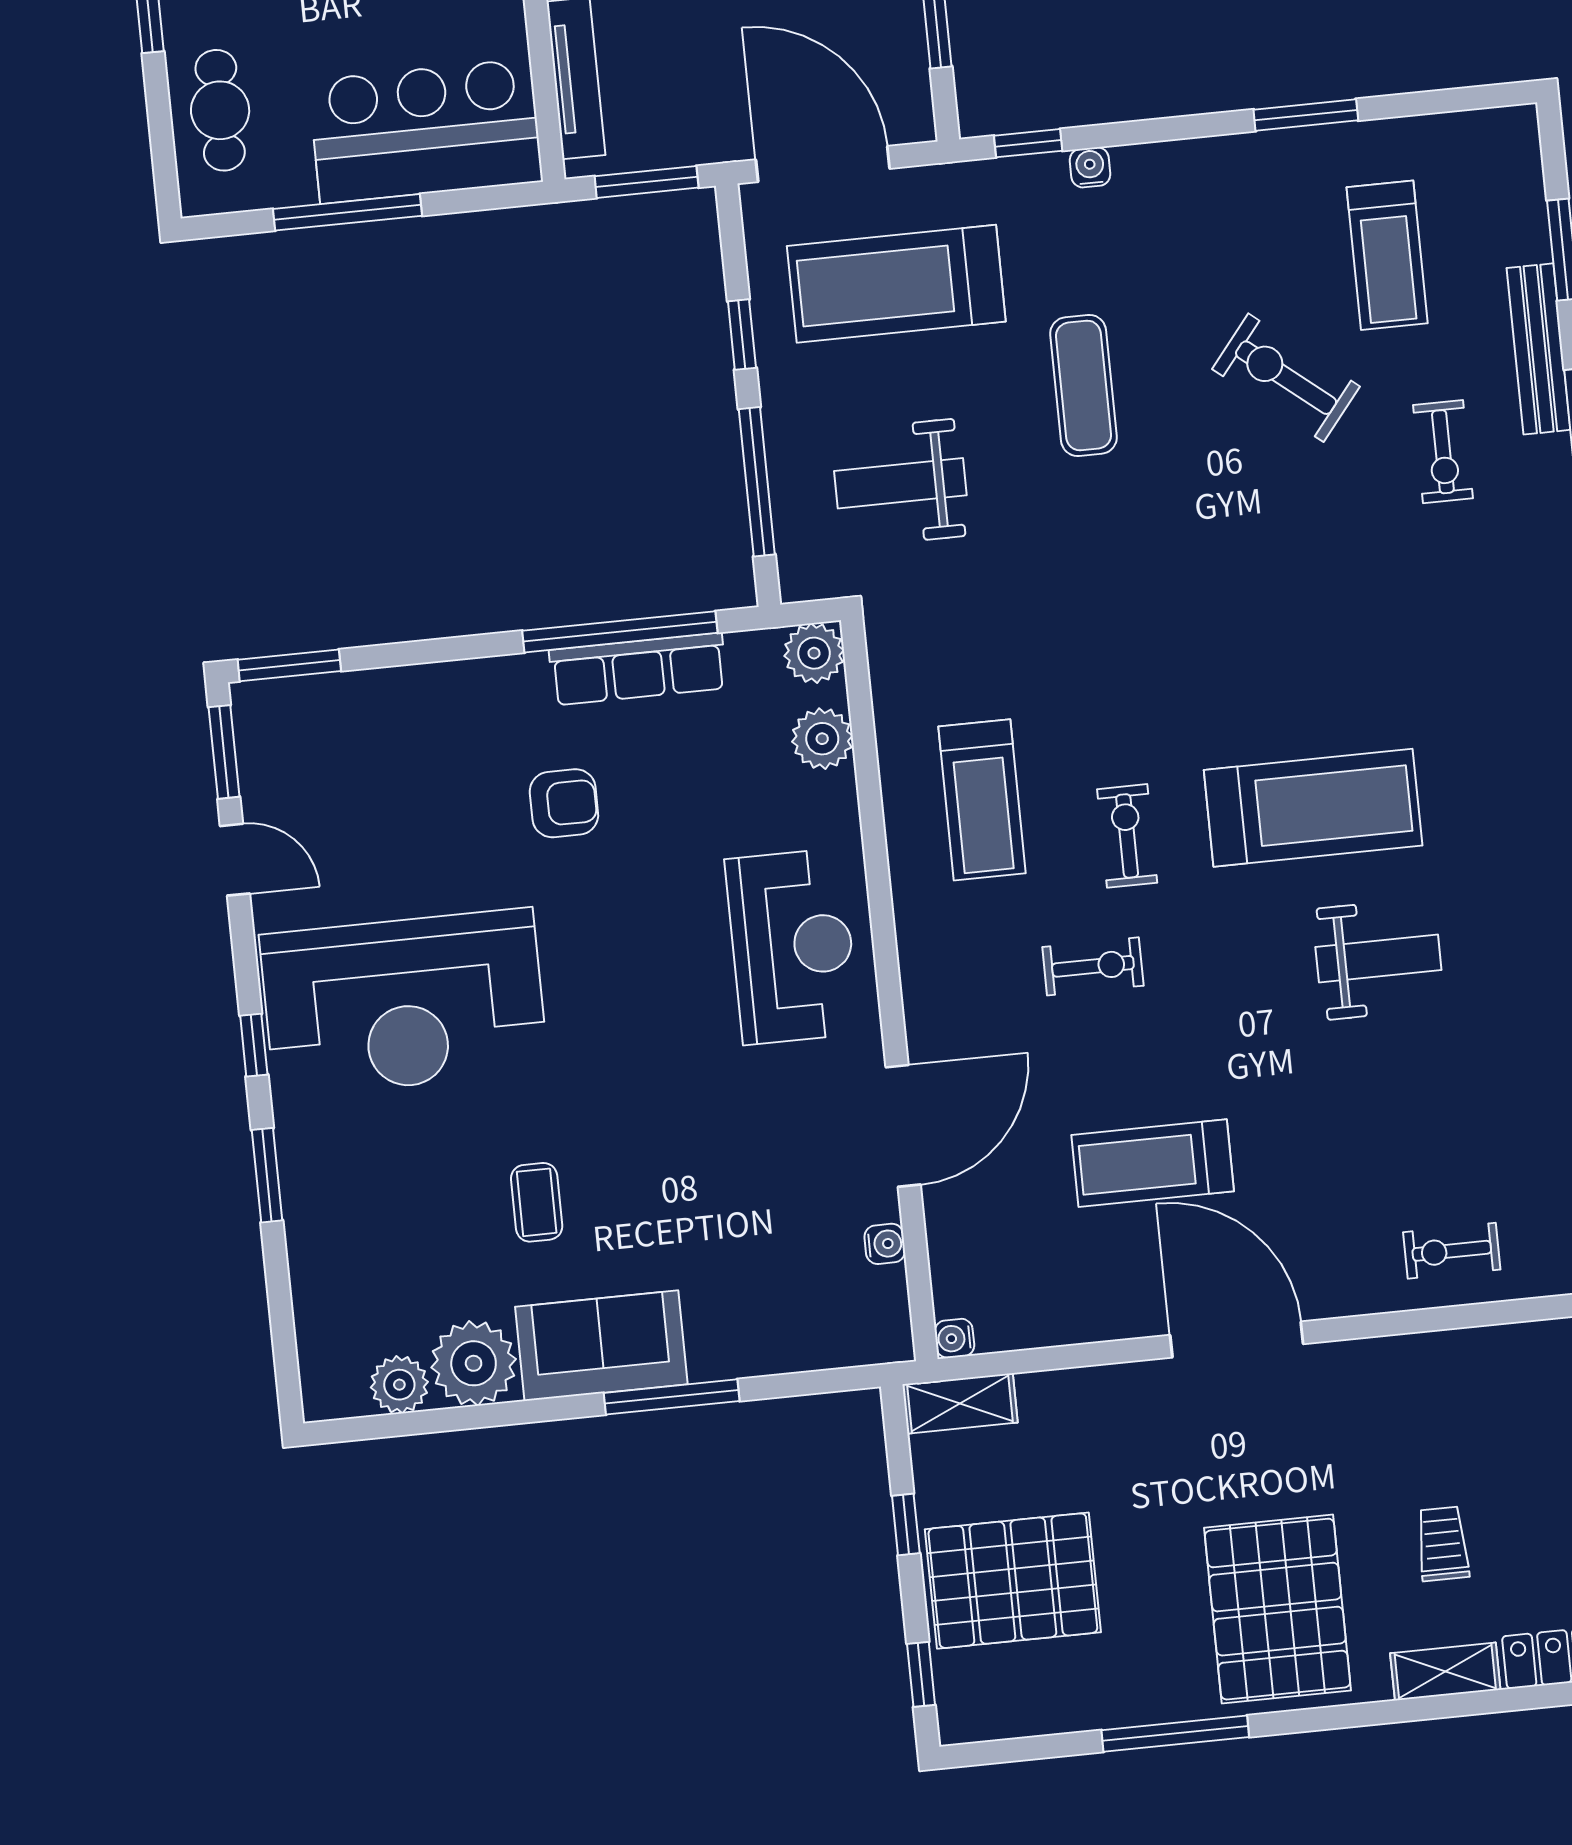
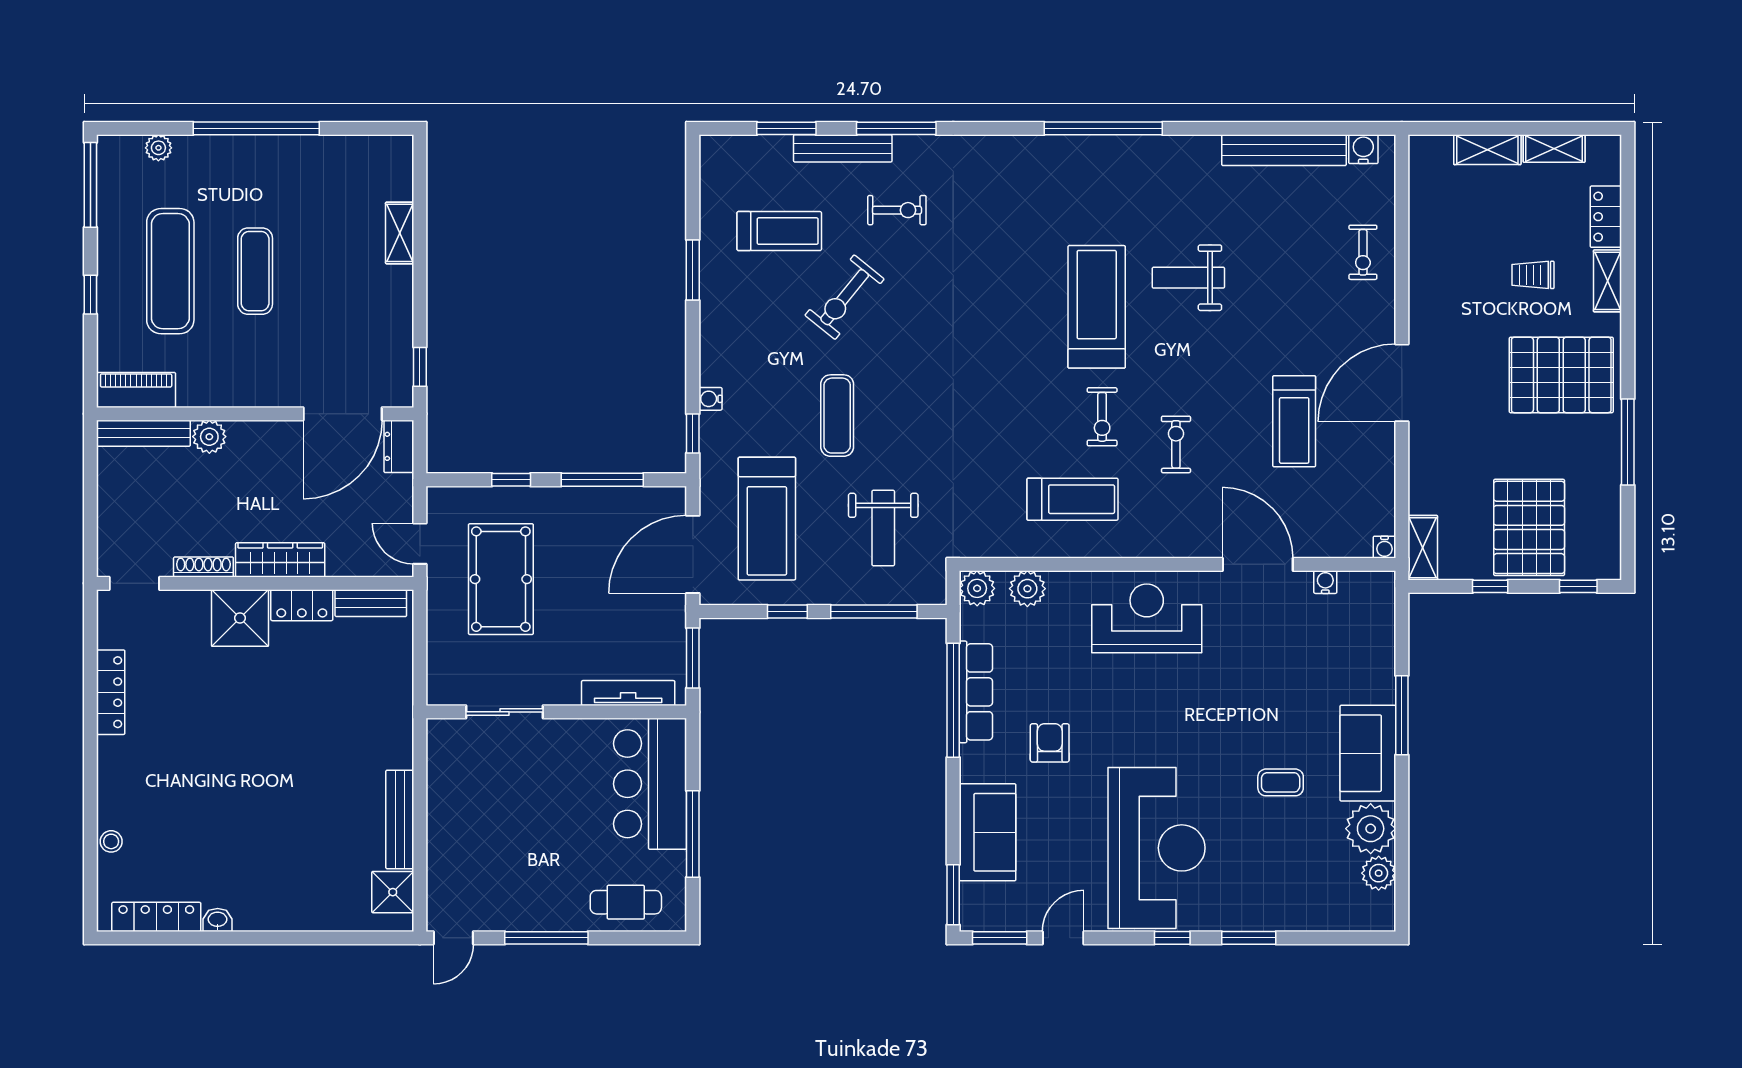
exercise mat: (1084, 385) -> (837, 416), turned 90
sofa: (401, 713) -> (988, 832), added
exercise bike: (1127, 836) -> (1102, 417), turned -90
weight bench: (1378, 959) -> (1188, 278), turned -90

